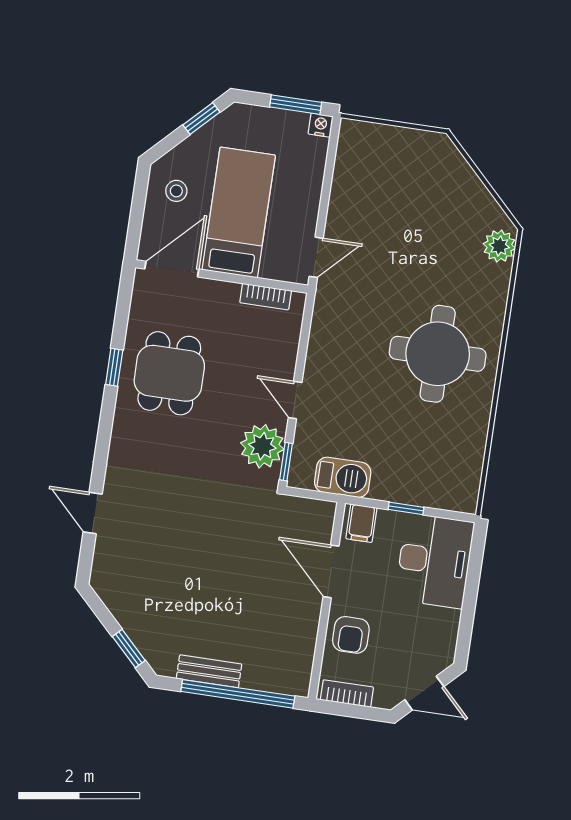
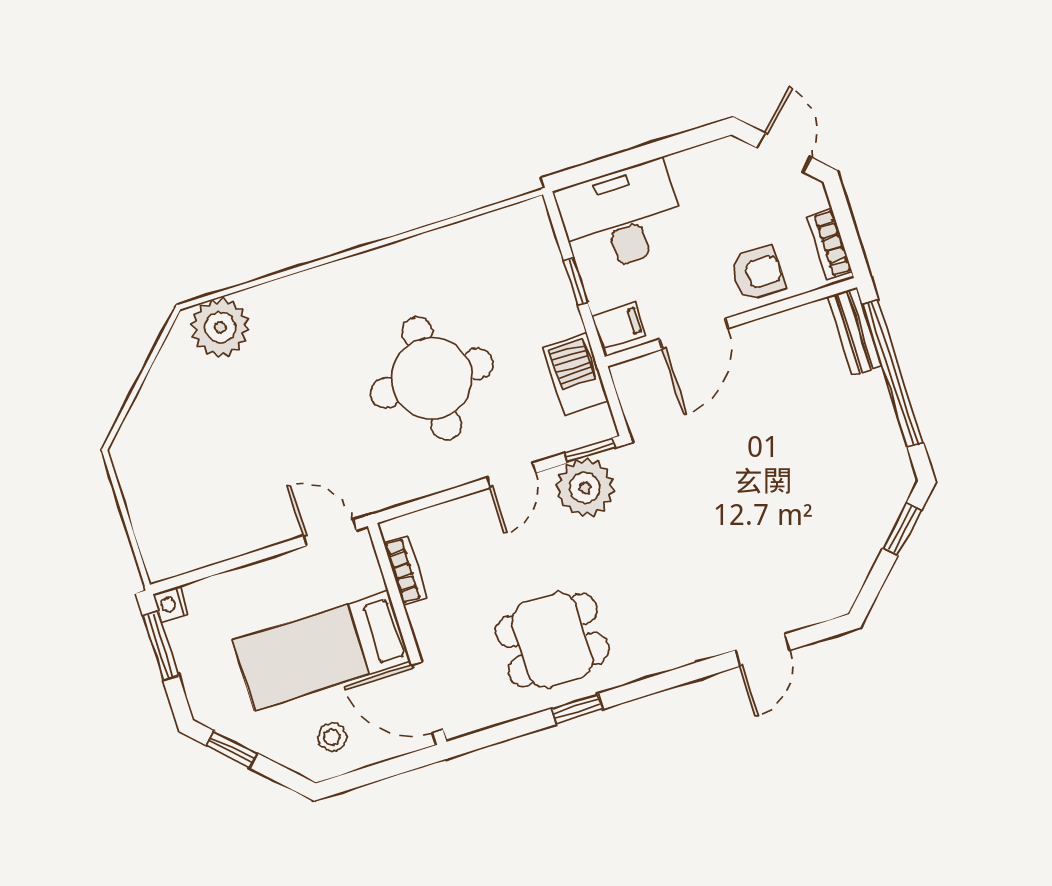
plant: (499, 246) -> (220, 327), width x1.36, depth x1.36
round table: (438, 354) -> (432, 378), moved
bench: (209, 671) -> (854, 331), moved

